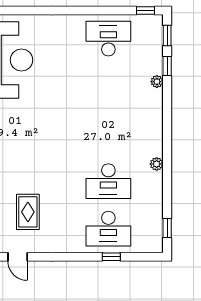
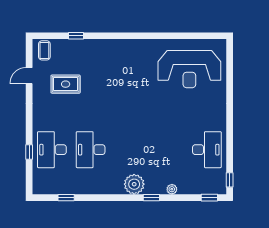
window: (167, 66) -> (151, 198), moved
plant: (157, 164) -> (134, 184), moved, width x1.88, depth x1.88
window: (167, 228) -> (66, 198), moved

